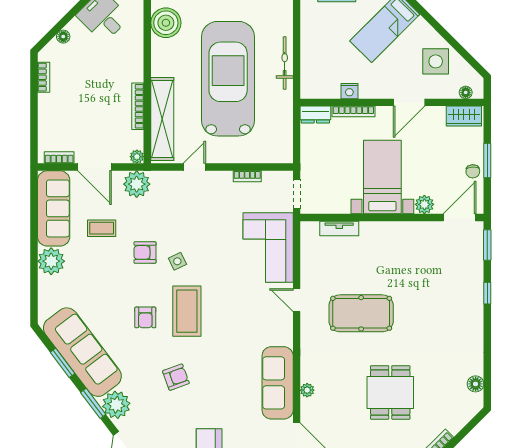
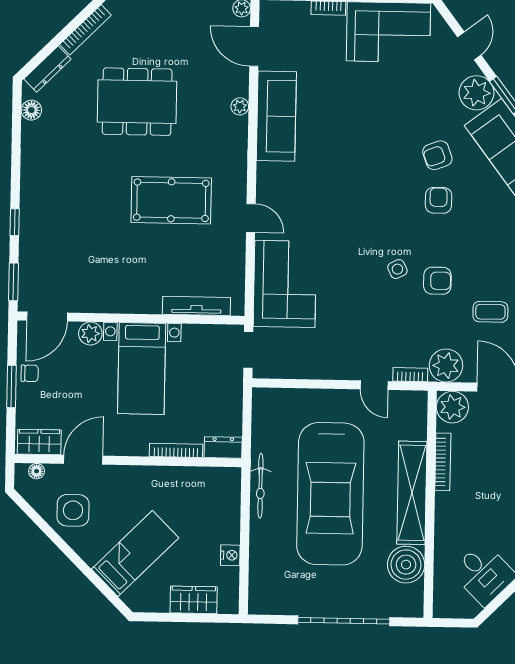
bicycle: (285, 63) -> (260, 486), moved
nightstand: (349, 91) -> (230, 555), moved, turned 90
door: (409, 102) -> (83, 460), moved
shelving: (162, 119) -> (412, 493), moved
plant: (137, 157) -> (452, 407), width x1.87, depth x1.87
door: (194, 167) -> (374, 385), hinge flipped
chair: (473, 171) -> (30, 373), turned 93
bookcase: (247, 176) -> (410, 375), moved
tv unit: (339, 228) -> (196, 306), width x1.41
coffee table: (187, 311) -> (387, 207), removed
armchair: (176, 377) -> (437, 155), moved
dining table: (390, 392) -> (137, 102), width x1.38
dresser: (463, 417) -> (47, 69), added

